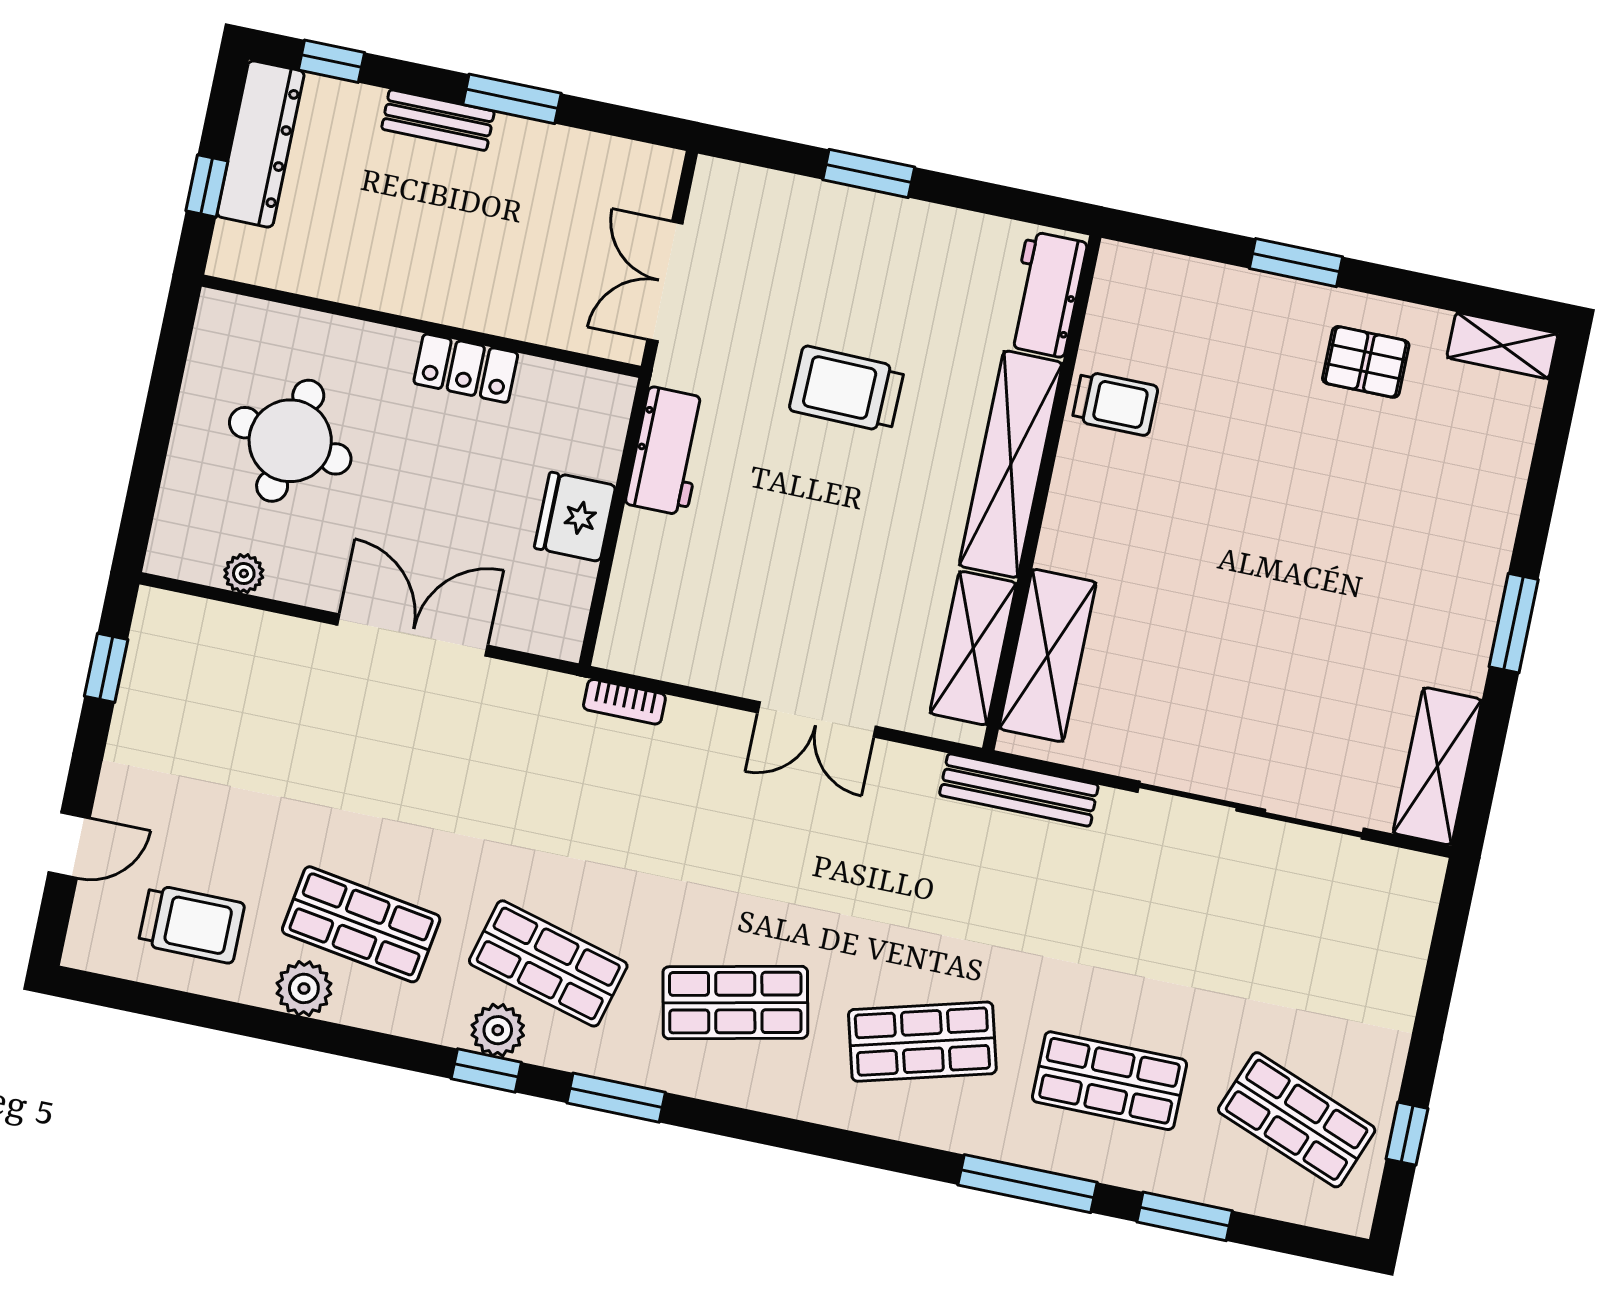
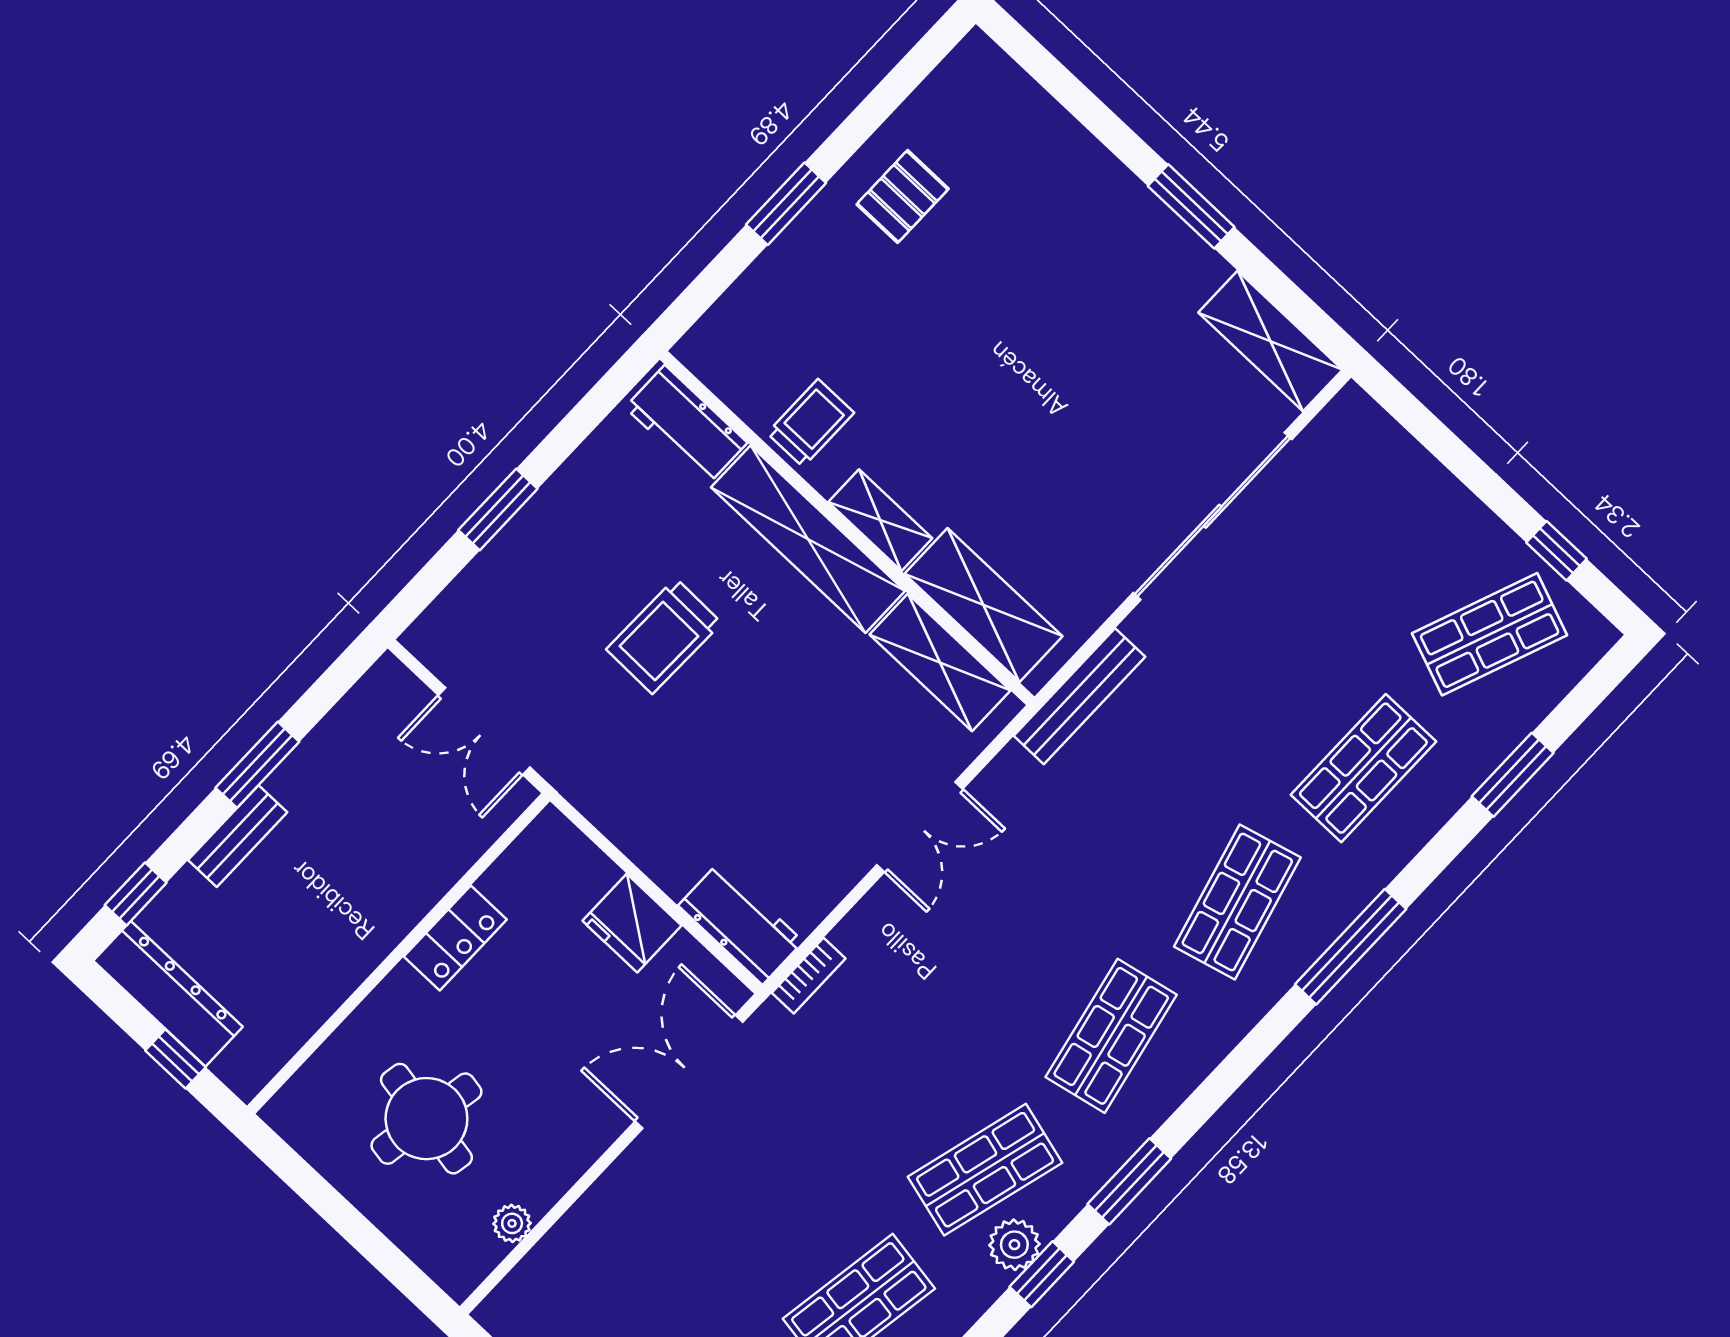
shelving: (1502, 346) -> (880, 520), moved, turned 90
workbench: (668, 451) -> (741, 923), moved
double door: (413, 635) -> (689, 1072), moved
window: (1027, 1184) -> (1351, 947), moved

